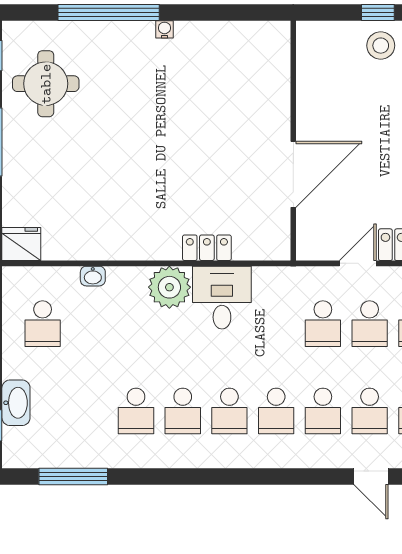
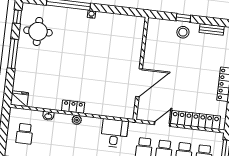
locker: (207, 248) -> (73, 107), moved
plant: (169, 287) -> (77, 120), width x0.53, depth x0.53
desk: (222, 298) -> (114, 133), moved

